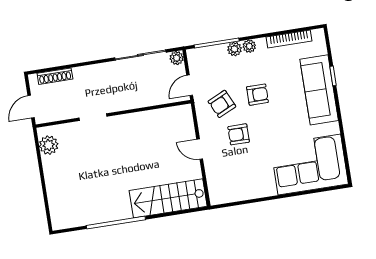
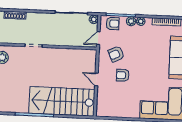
armchair: (257, 95) -> (113, 24), moved
stairs: (168, 198) -> (62, 101), width x1.36, depth x1.51

